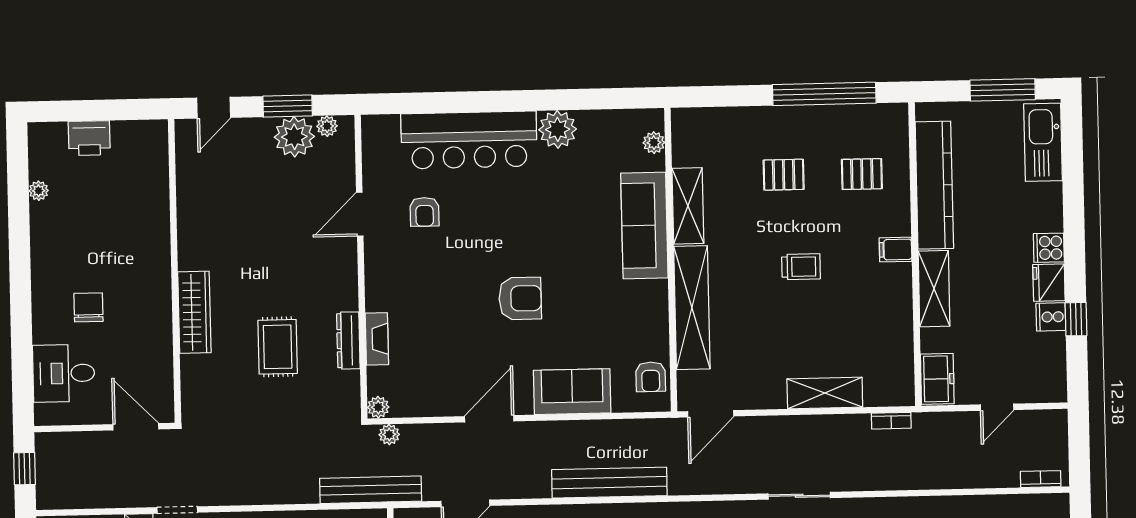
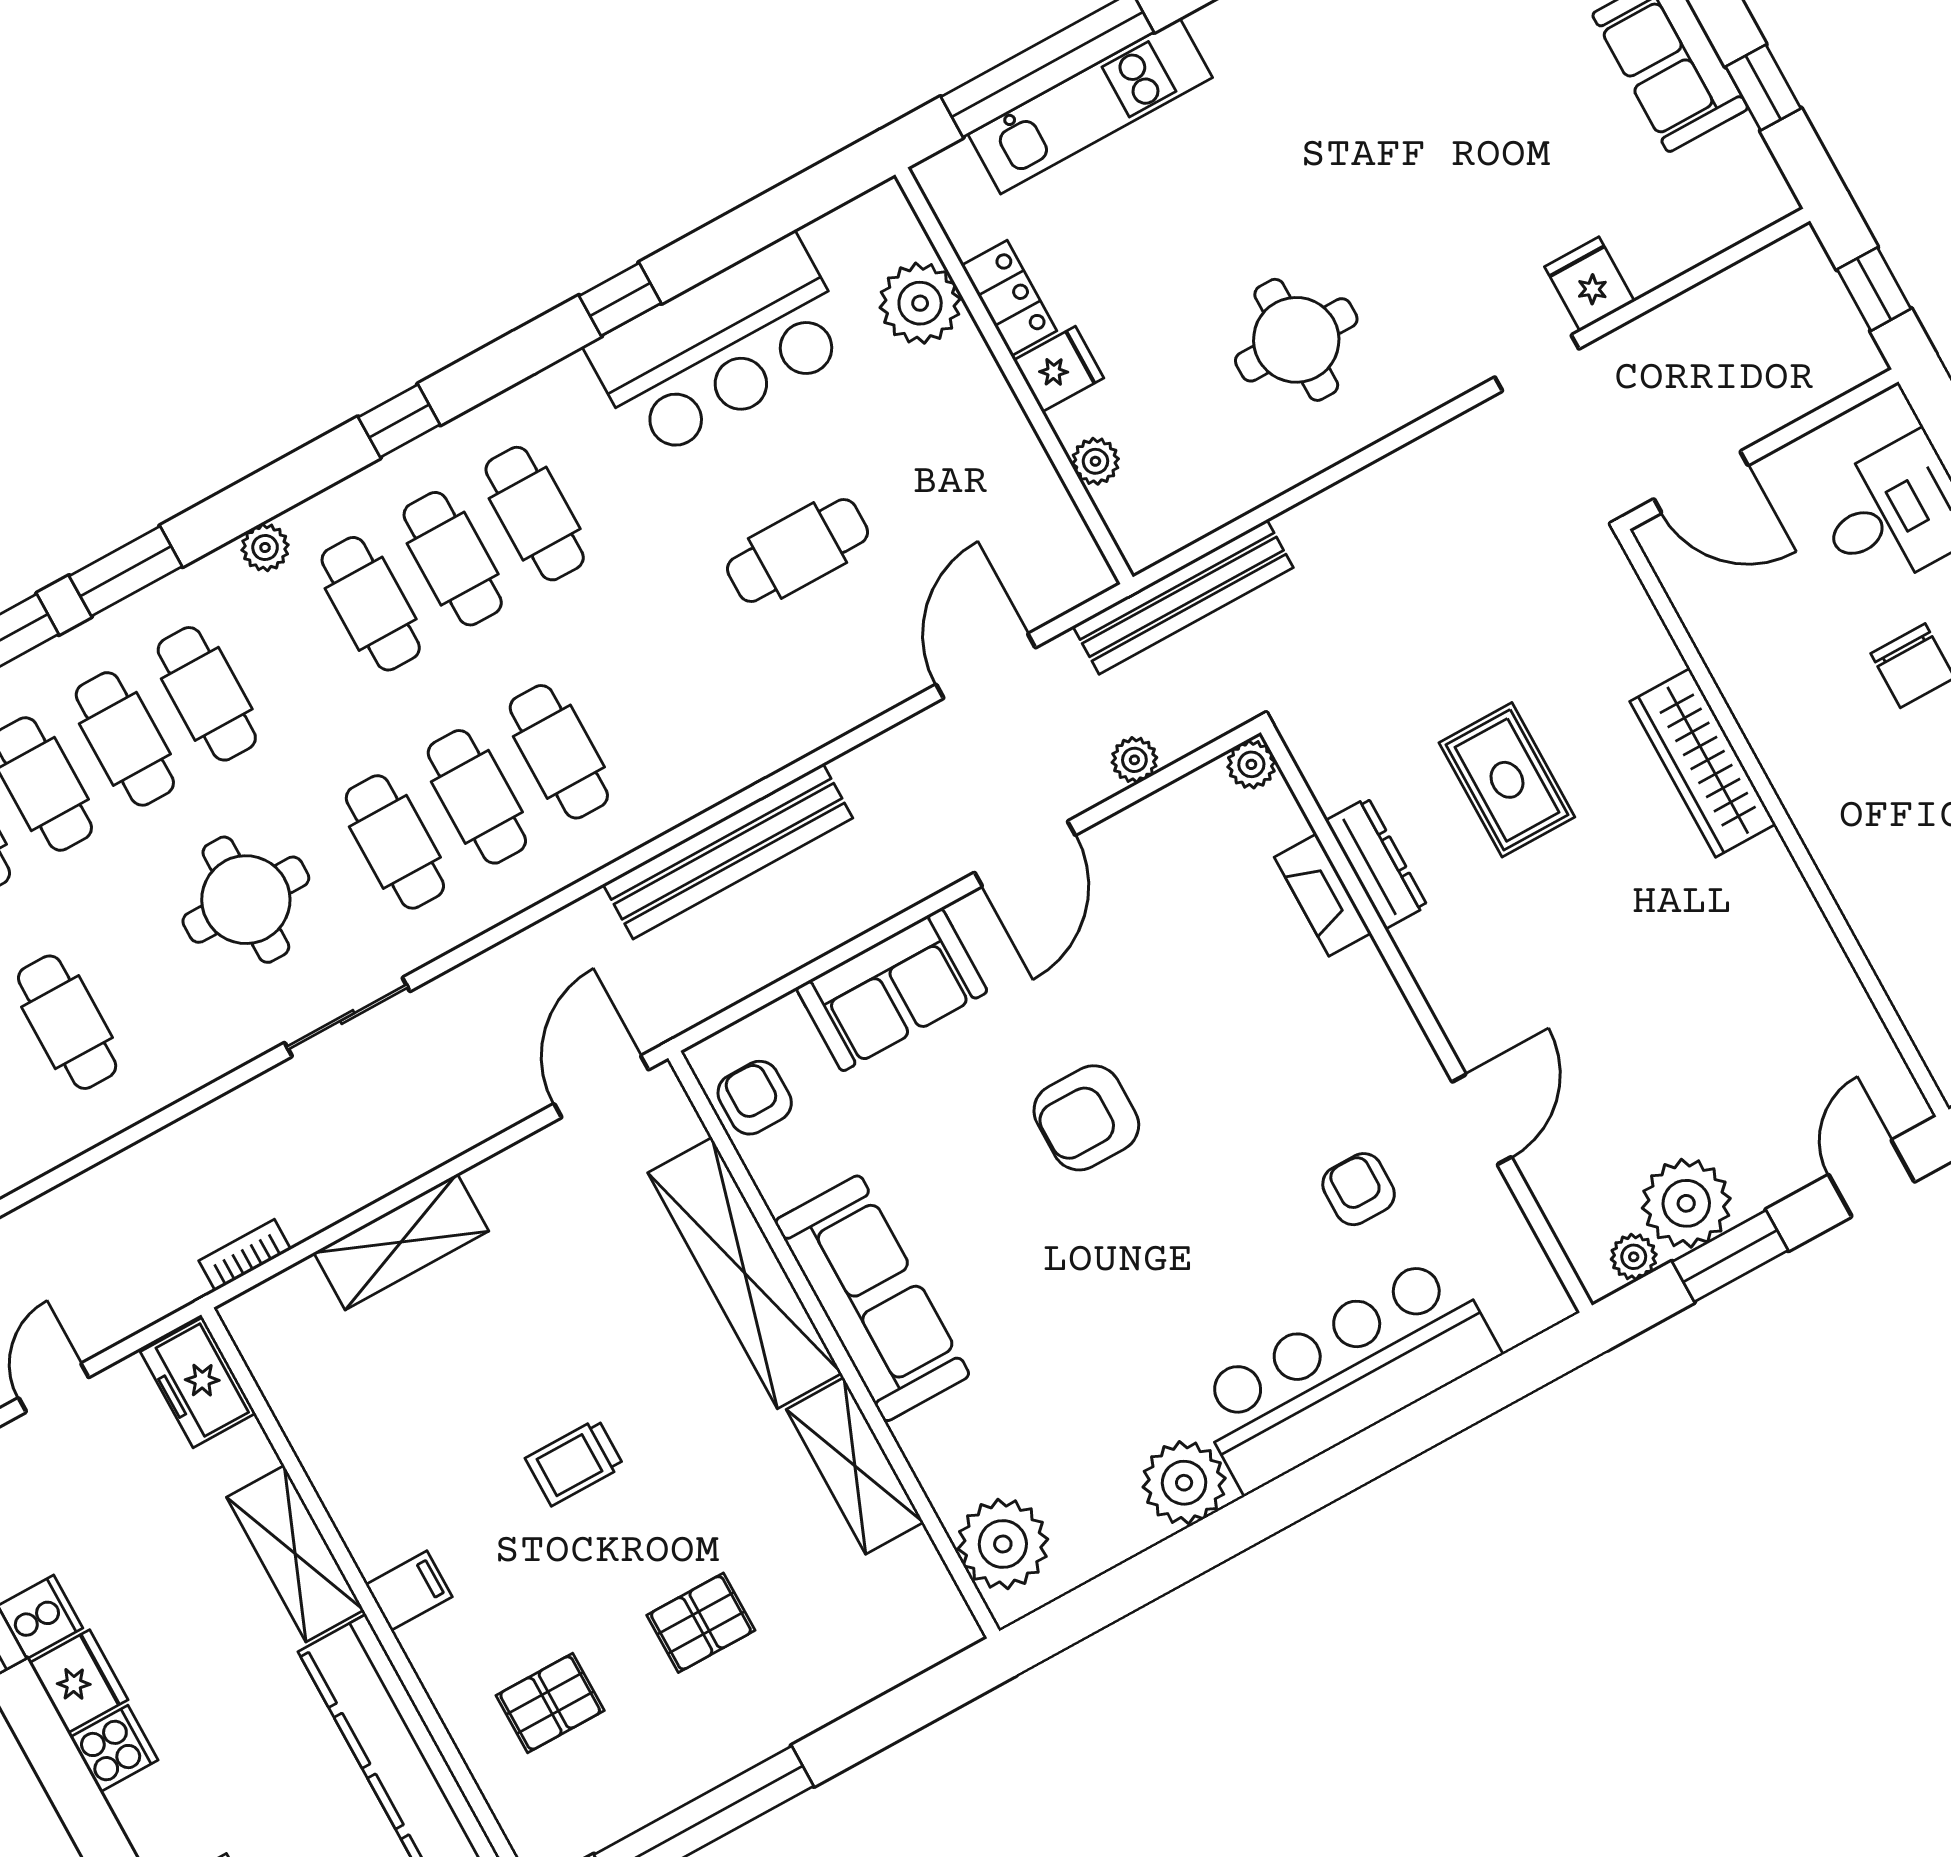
plant: (654, 143) -> (1003, 1544), width x1.87, depth x1.87
sofa: (644, 225) -> (872, 1298), moved
plant: (389, 435) -> (1134, 760), moved

